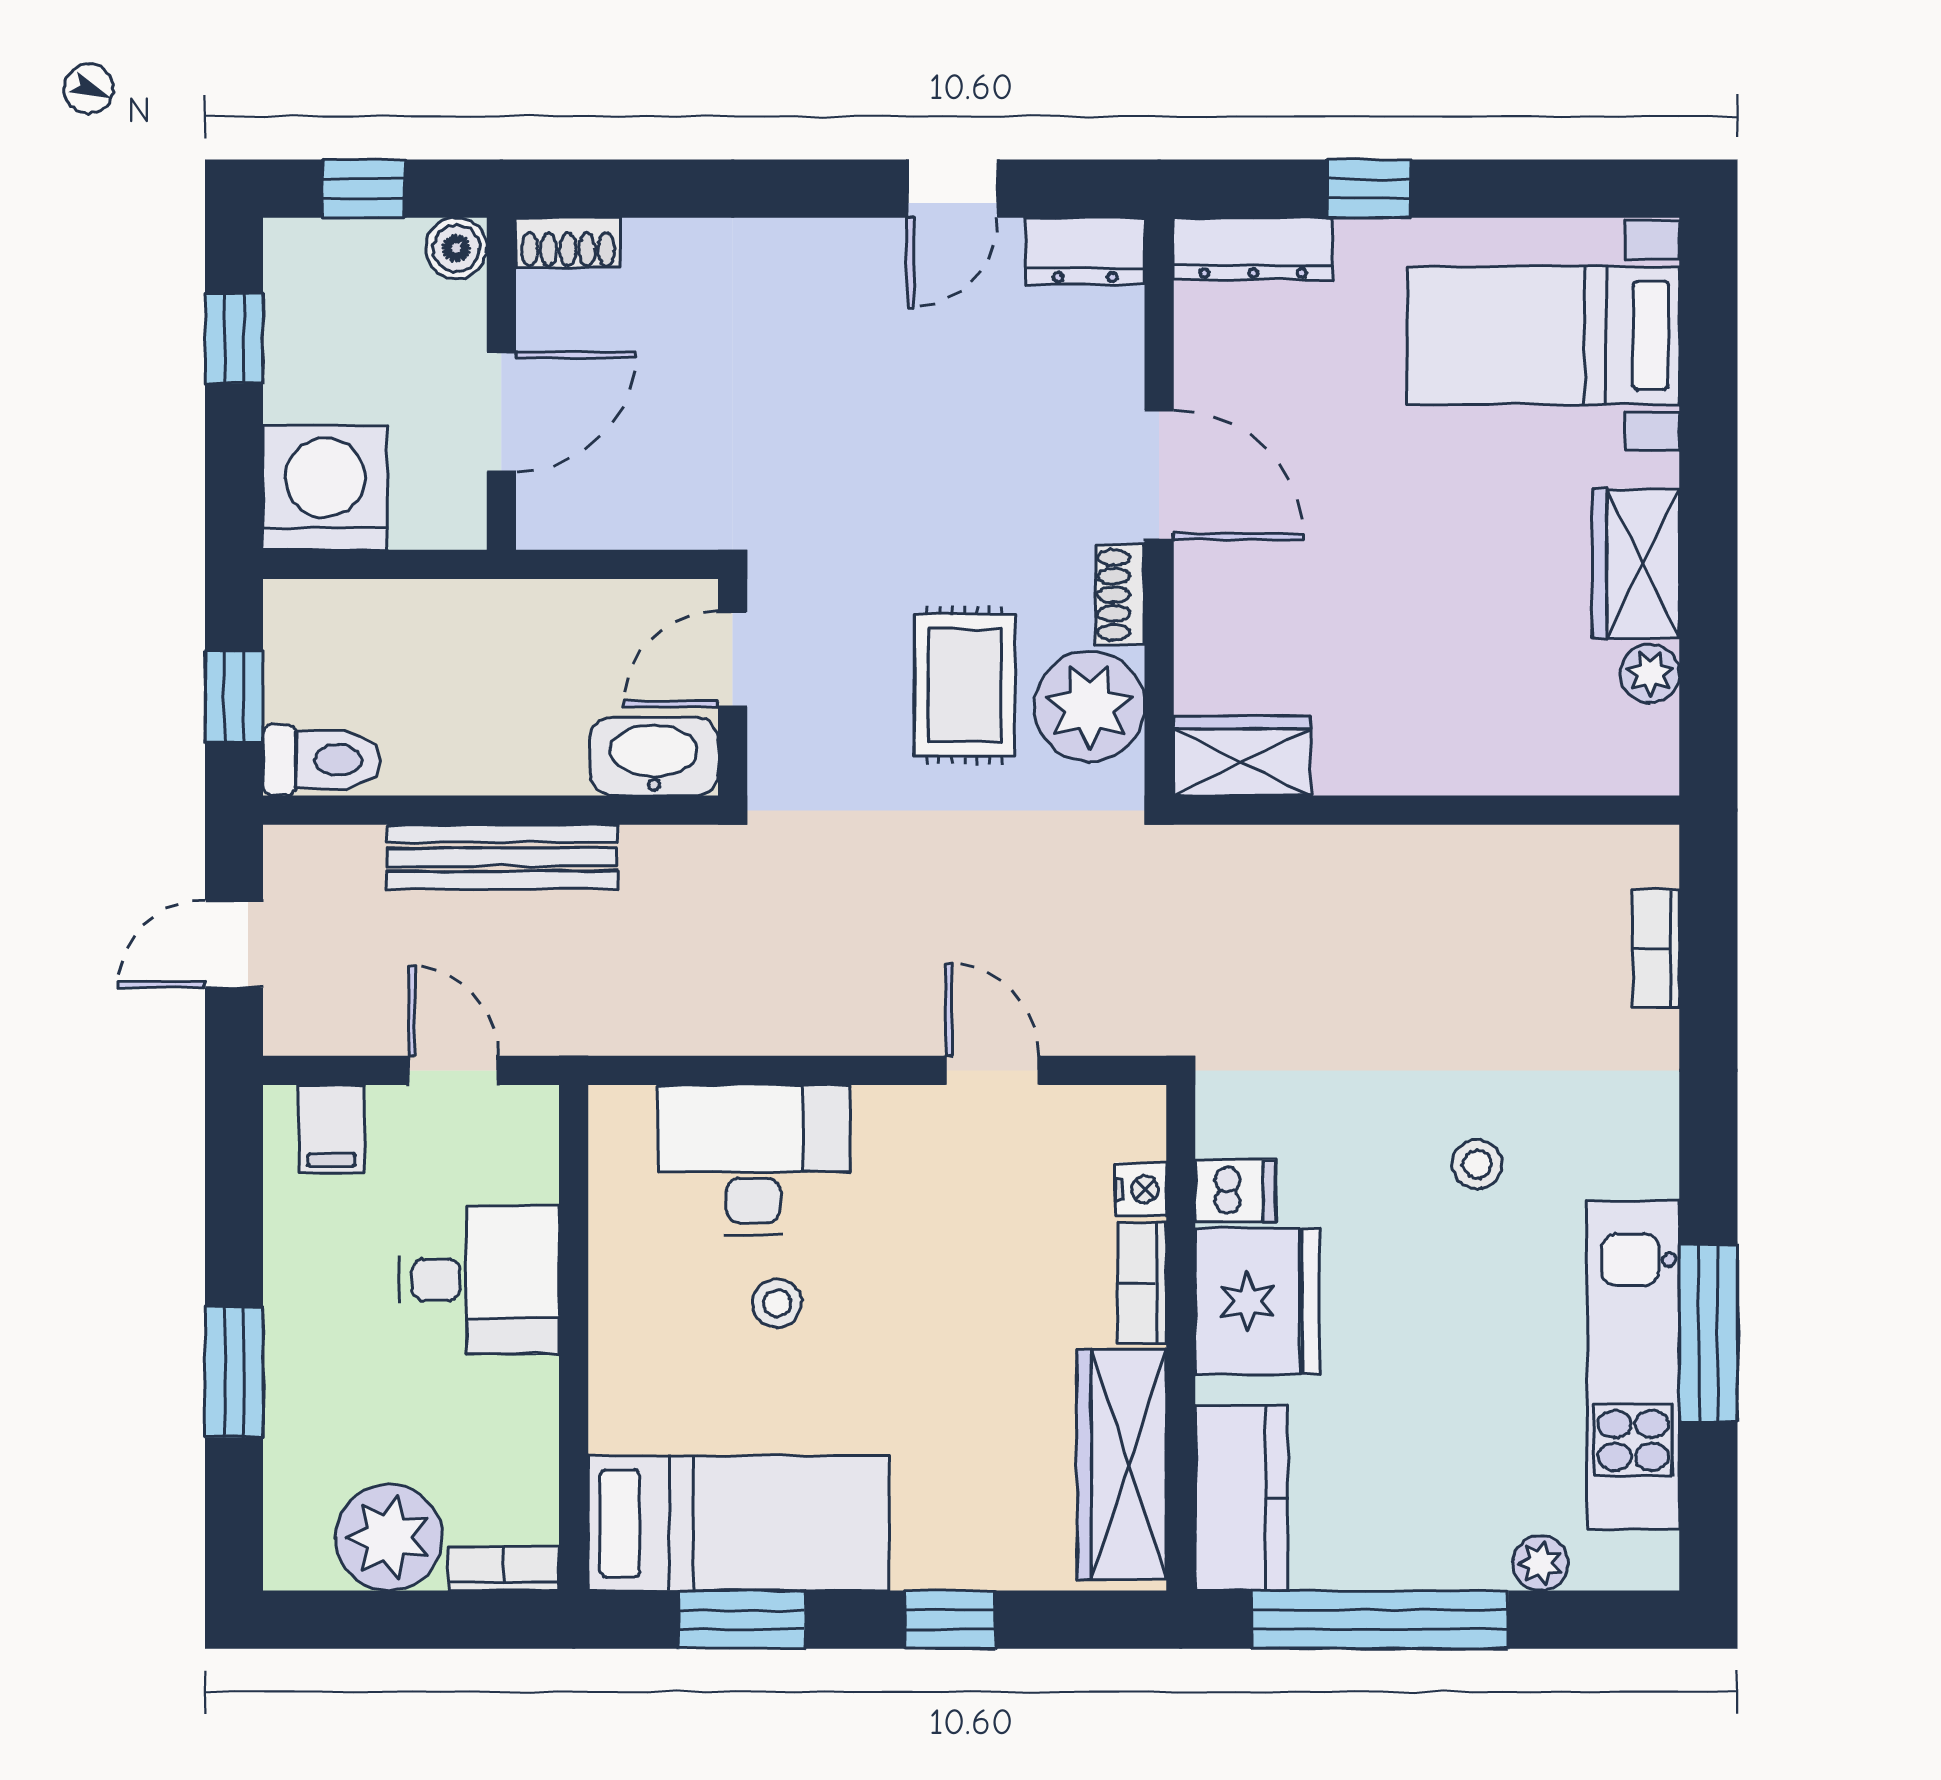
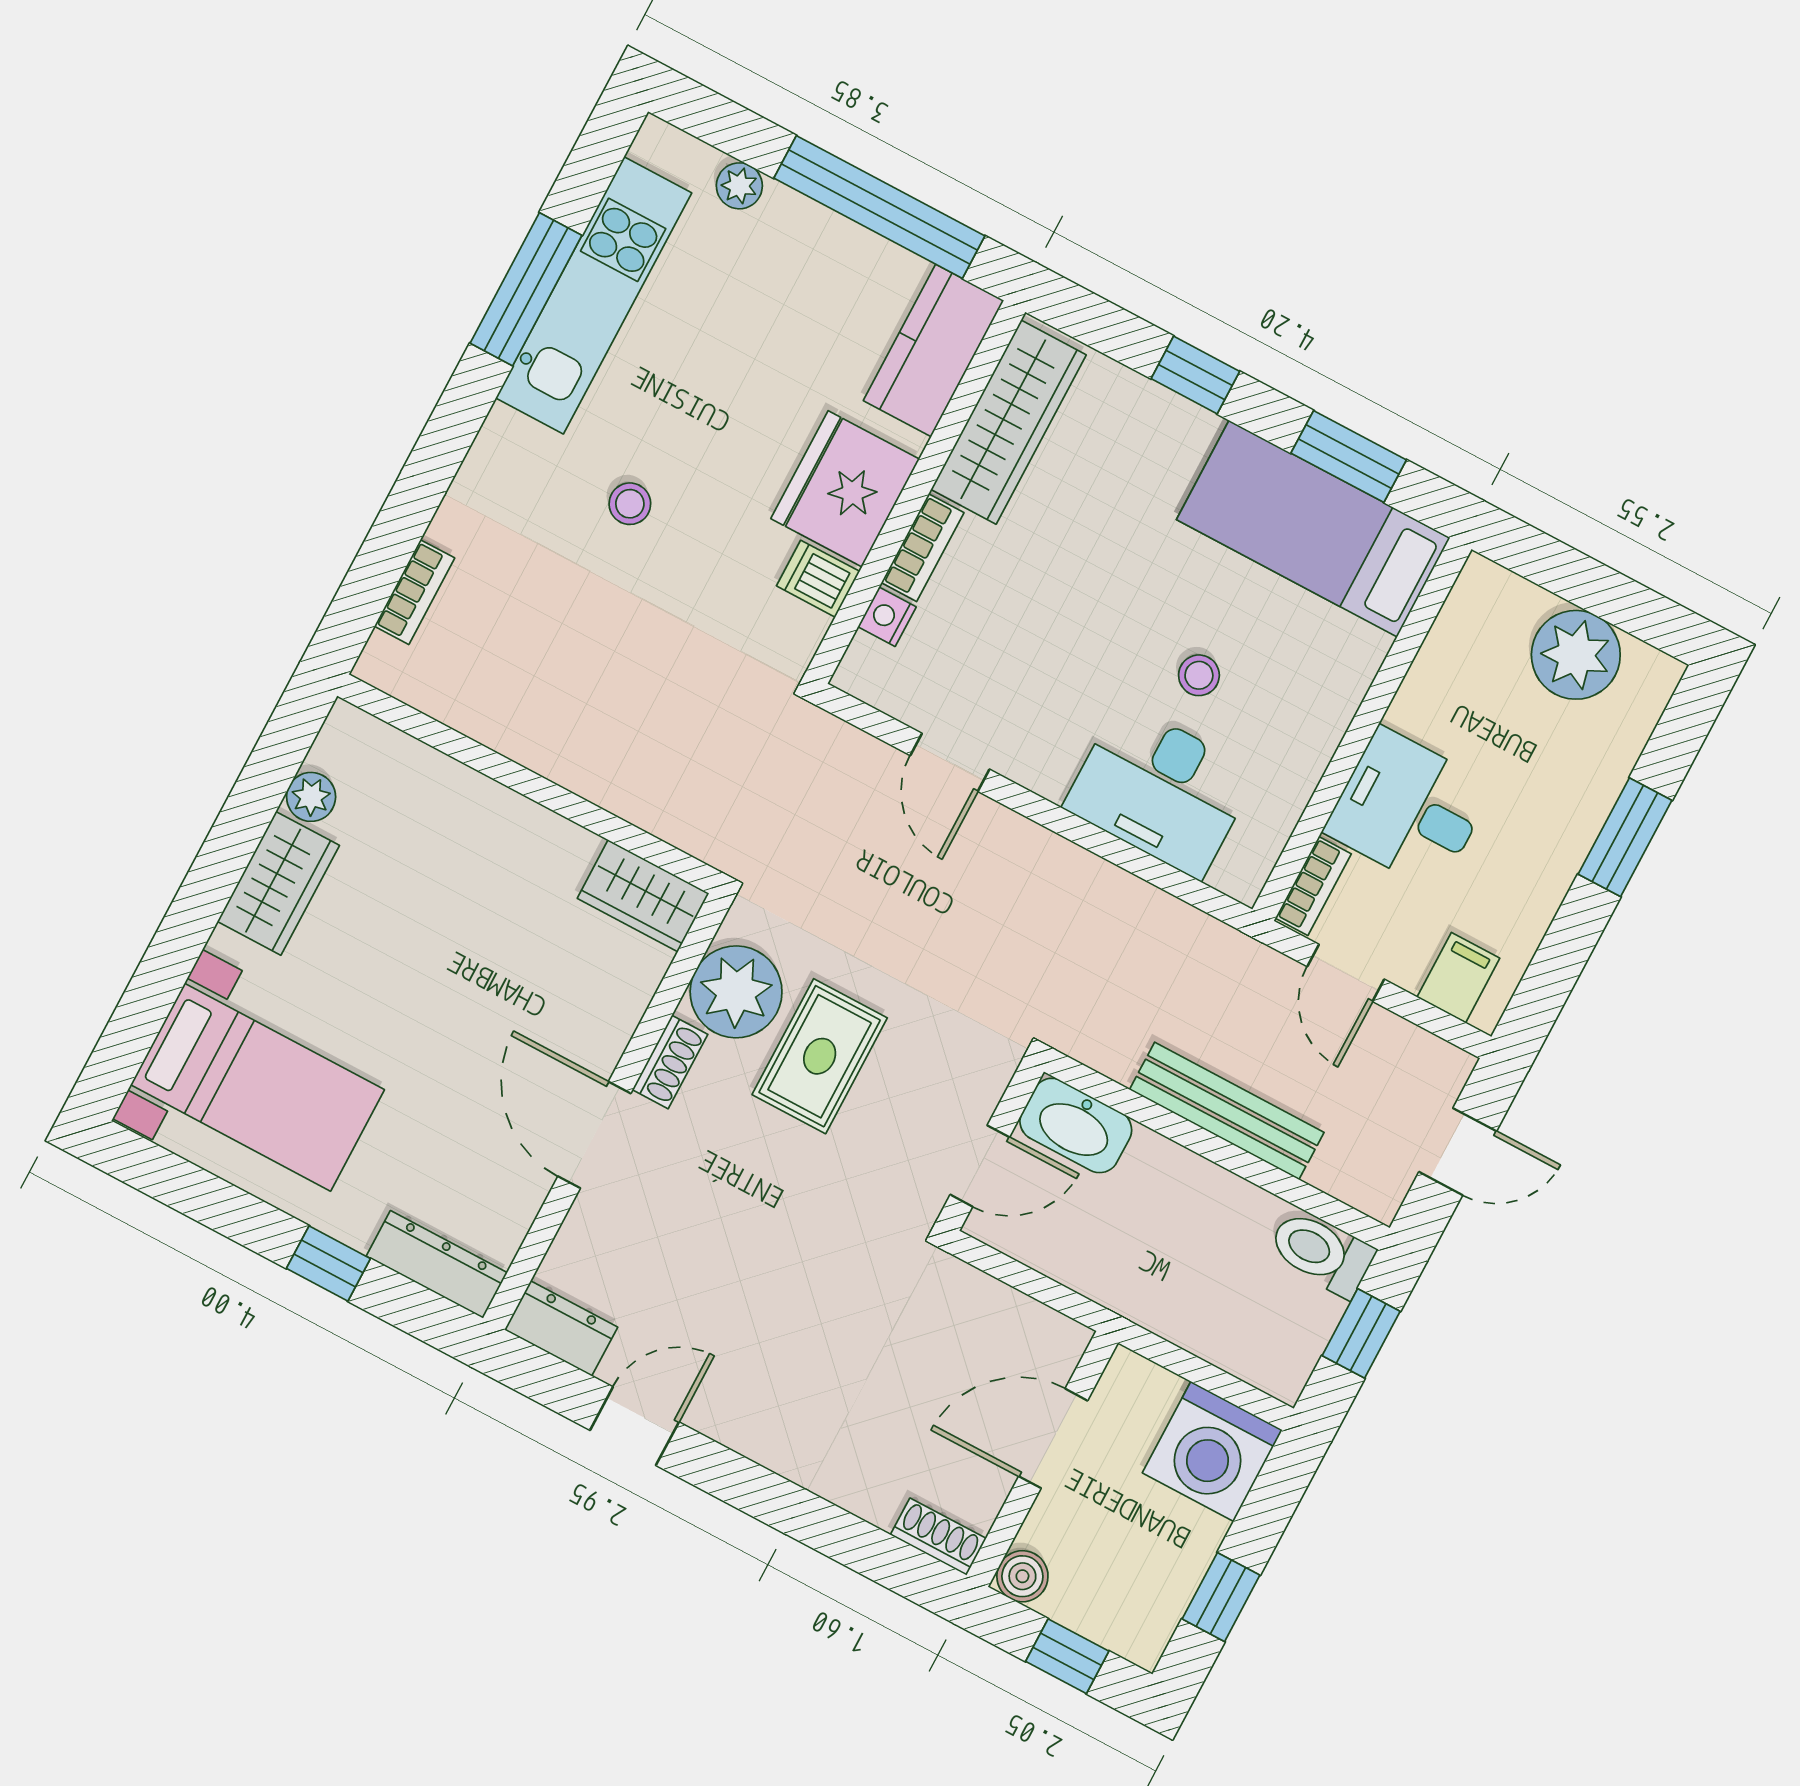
bookcase: (504, 1568) -> (1313, 886), moved, turned -90

